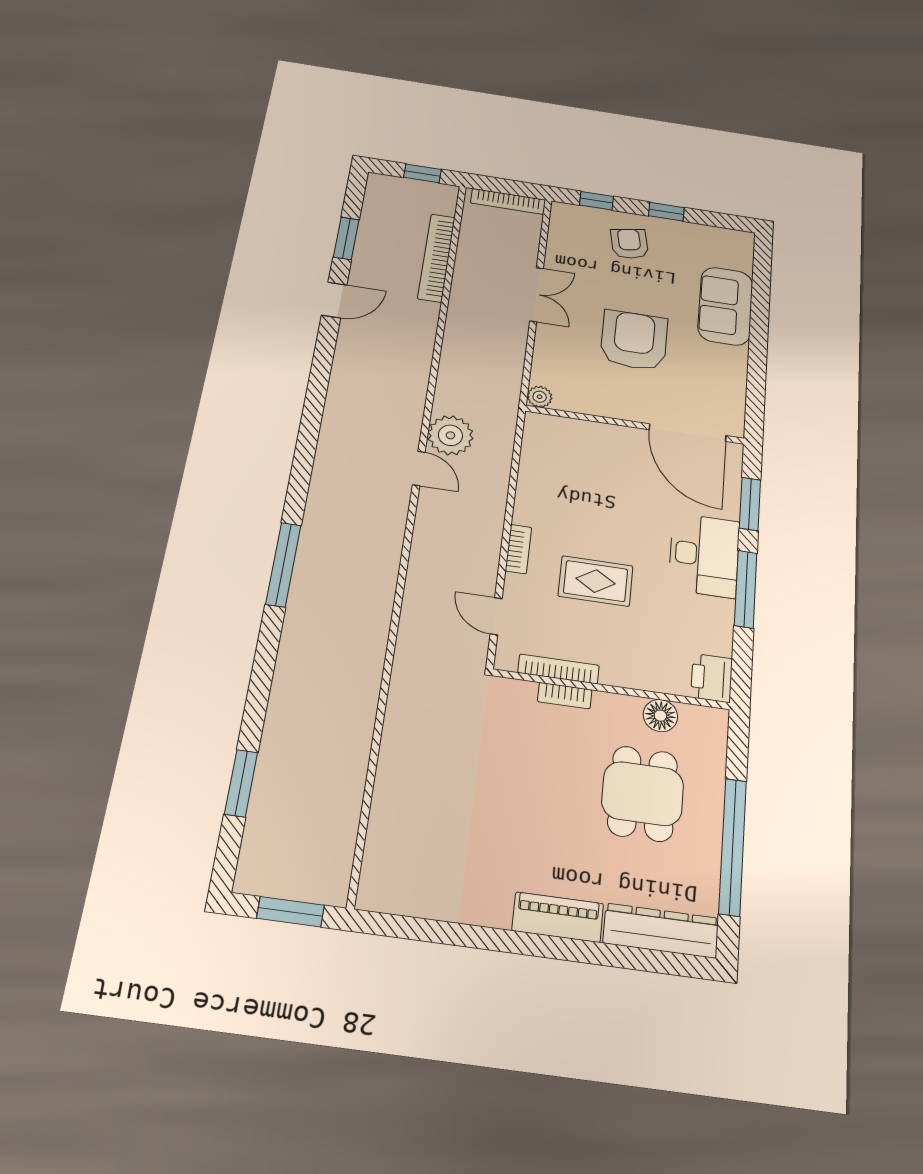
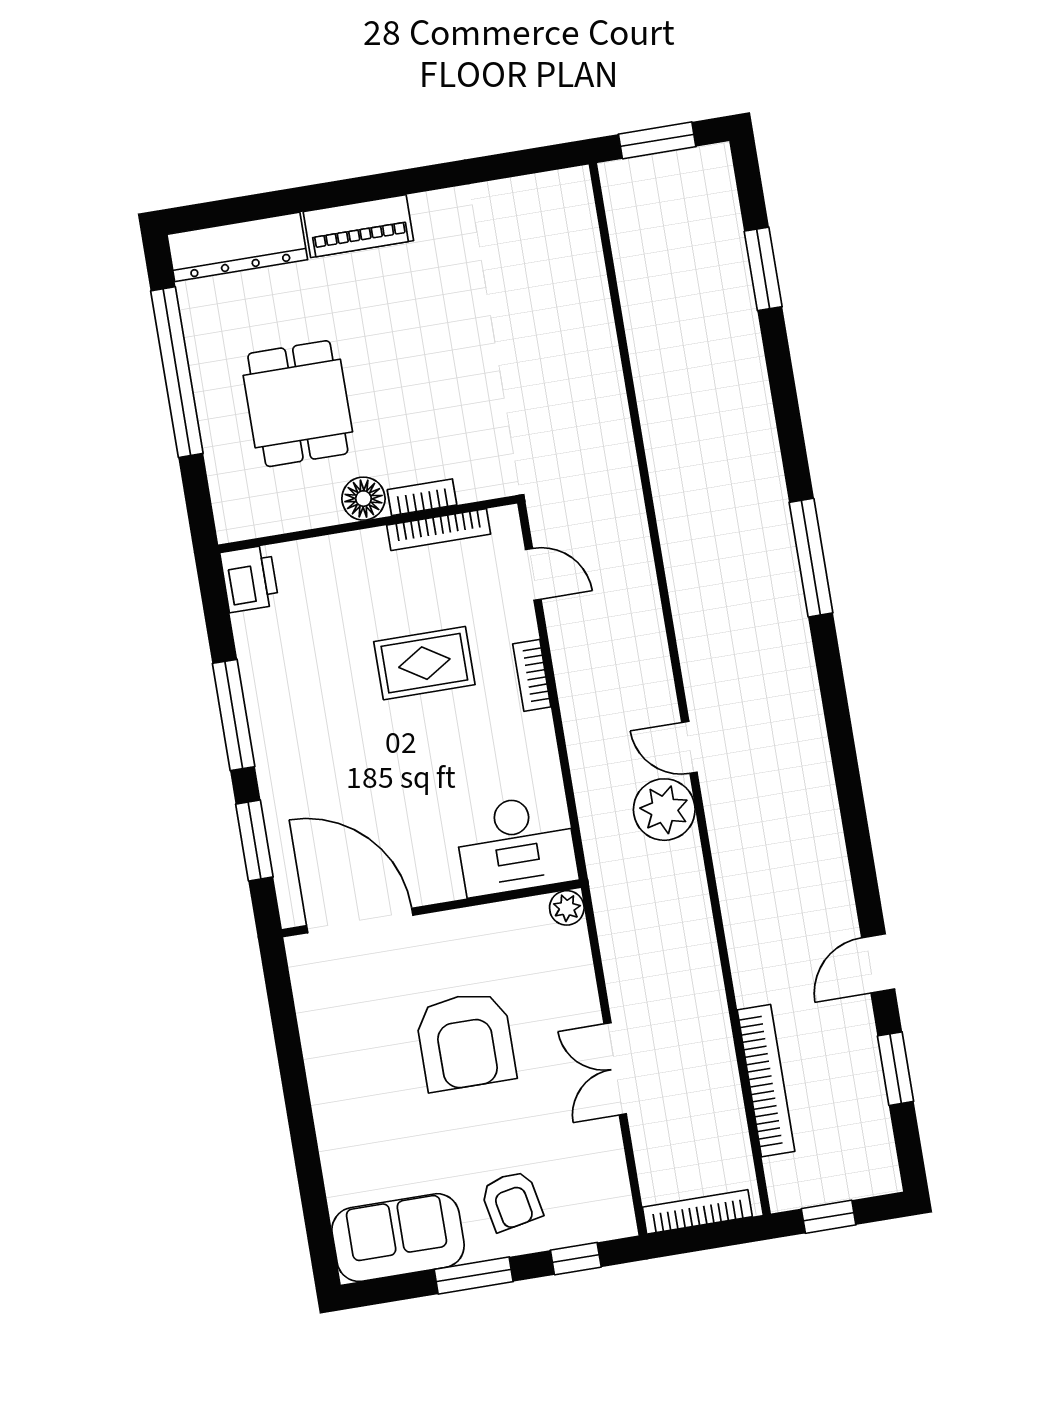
window: (666, 212) -> (474, 1275), width x1.50
sofa: (725, 306) -> (398, 1238), moved, turned -90
desk: (704, 555) -> (516, 845), moved, turned -90
floor lamp: (660, 716) -> (363, 499), moved

